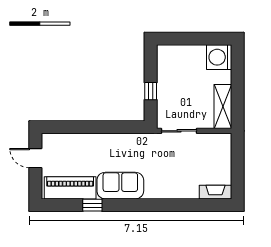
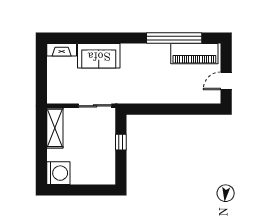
door: (35, 158) -> (226, 81), swing flipped
sofa: (120, 186) -> (99, 56), moved
window: (92, 205) -> (174, 38), width x3.17

